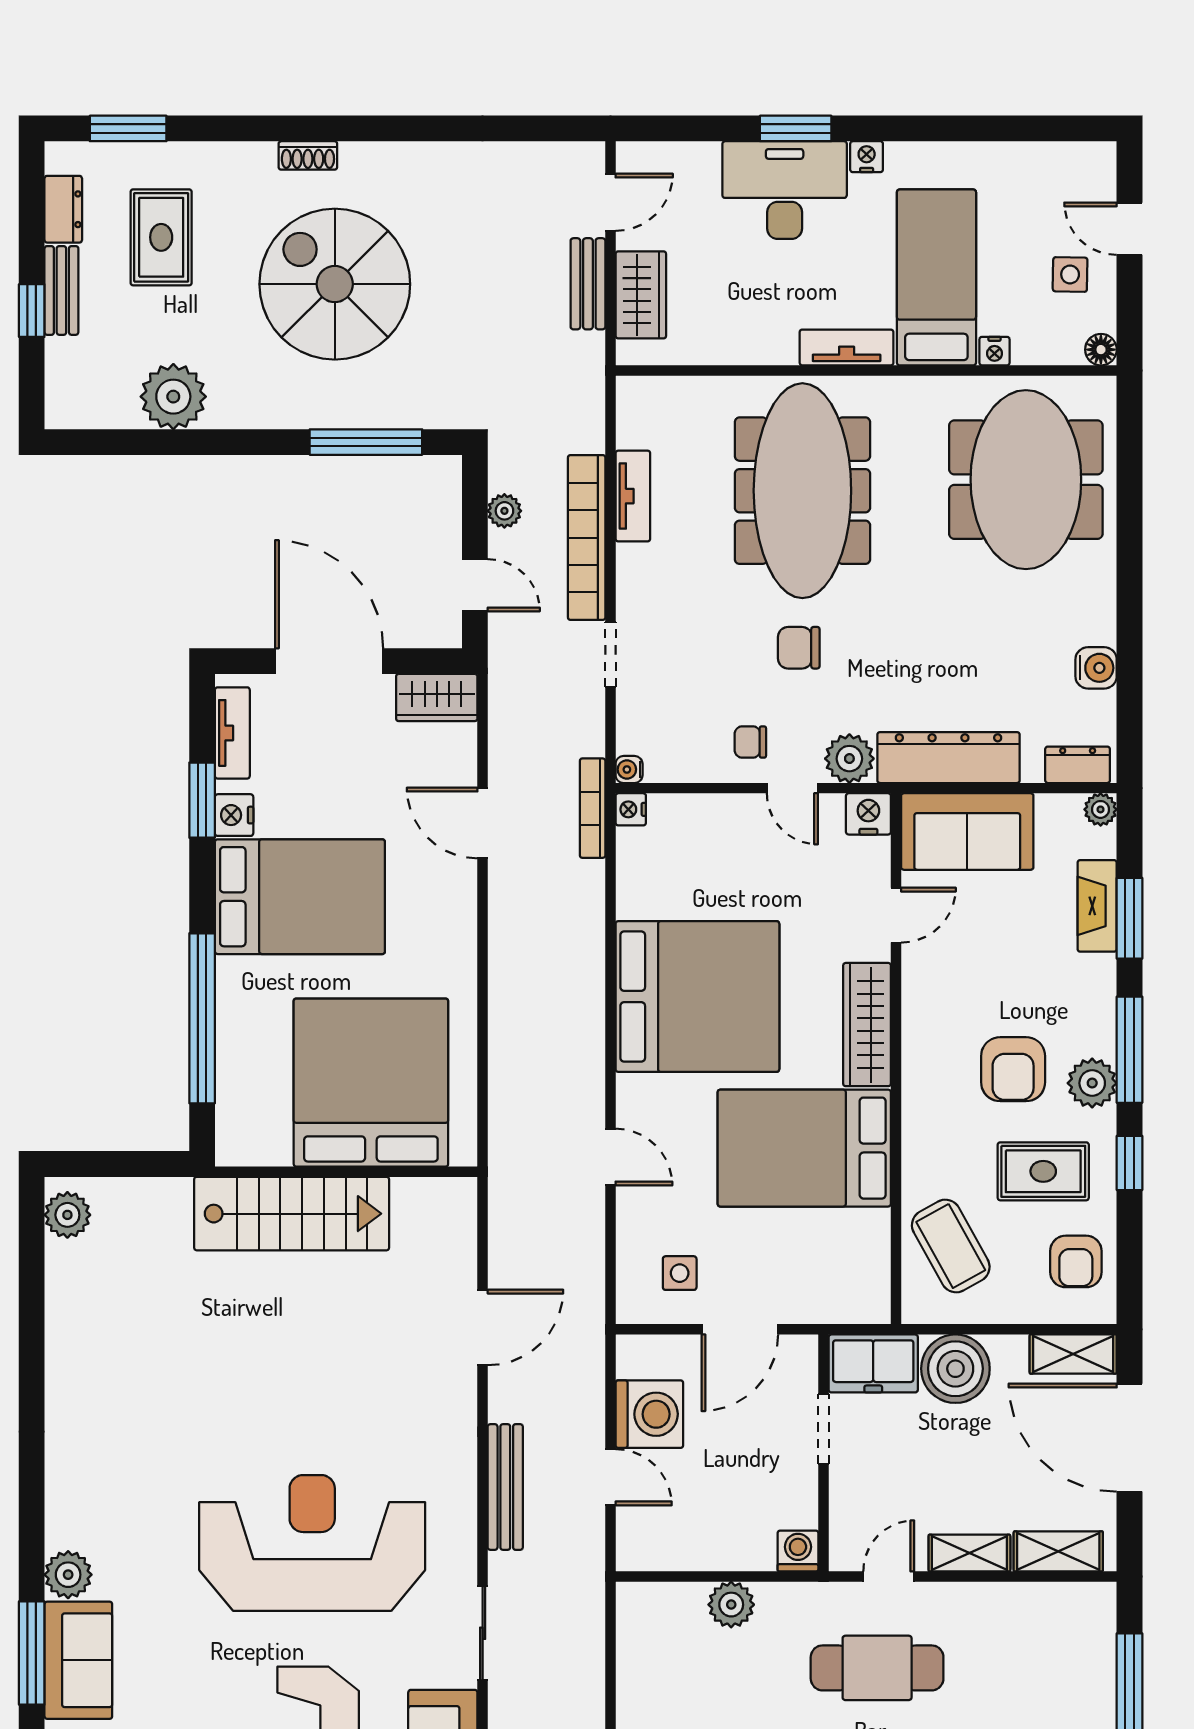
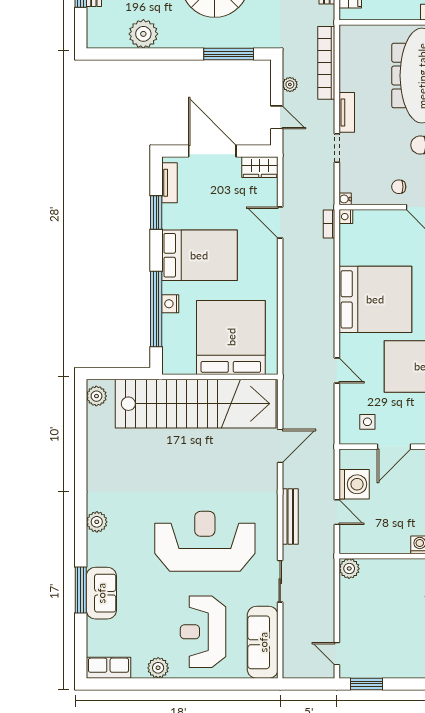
tv unit: (633, 496) -> (347, 112), moved
bookcase: (587, 538) -> (326, 63), moved
bookcase: (593, 808) -> (329, 224), width x0.64
nightstand: (234, 815) -> (170, 304), moved
stairs: (292, 1214) -> (196, 404), width x1.86, depth x1.51
plant: (68, 1575) -> (97, 522), moved
plant: (731, 1605) -> (349, 569), moved

